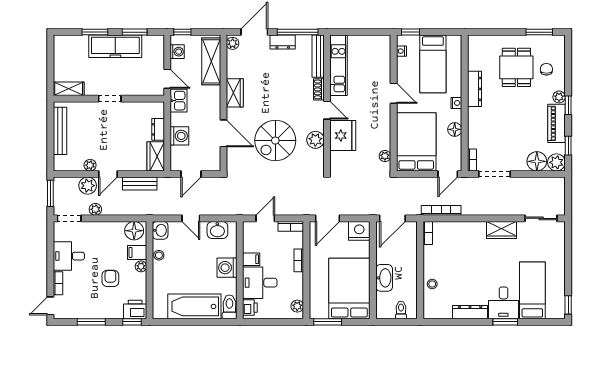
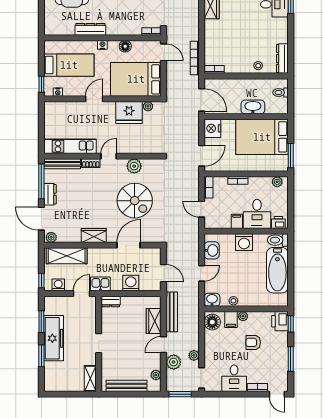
dresser: (158, 129) -> (111, 301), moved
fridge: (343, 136) -> (129, 113), moved, turned 180
wardrobe: (156, 156) -> (154, 321), moved, turned 90
plant: (90, 165) -> (156, 375), moved
door: (108, 174) -> (164, 345), swing flipped
bench: (140, 183) -> (172, 312), width x1.36
door: (328, 218) -> (202, 156), hinge flipped
dresser: (470, 312) -> (282, 58), moved

